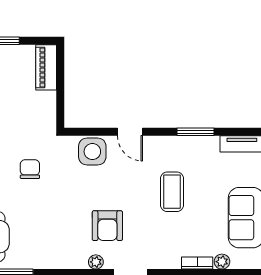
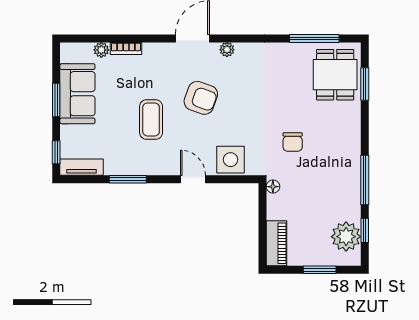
floor lamp: (50, 124) -> (273, 187), added
armchair: (107, 226) -> (201, 98), moved, turned 110

